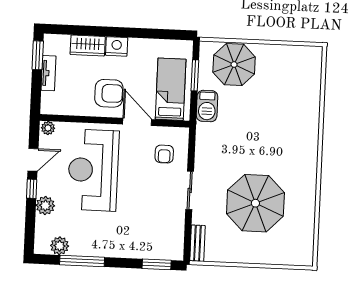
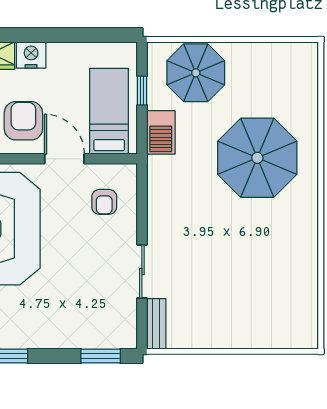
window: (195, 75) -> (142, 90), width x0.67
armchair: (109, 93) -> (23, 121), turned -90
sliding door: (190, 190) -> (142, 271), moved
parasol: (255, 203) -> (257, 158), moved

